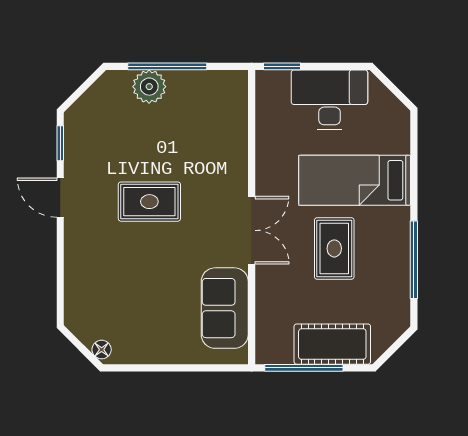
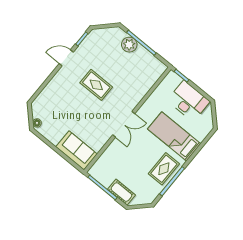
door: (60, 198) -> (66, 58), hinge flipped
rug: (334, 248) -> (164, 169), moved
sofa: (225, 308) -> (77, 150), moved, turned 90
cot: (332, 344) -> (121, 192), width x0.73, depth x0.75

